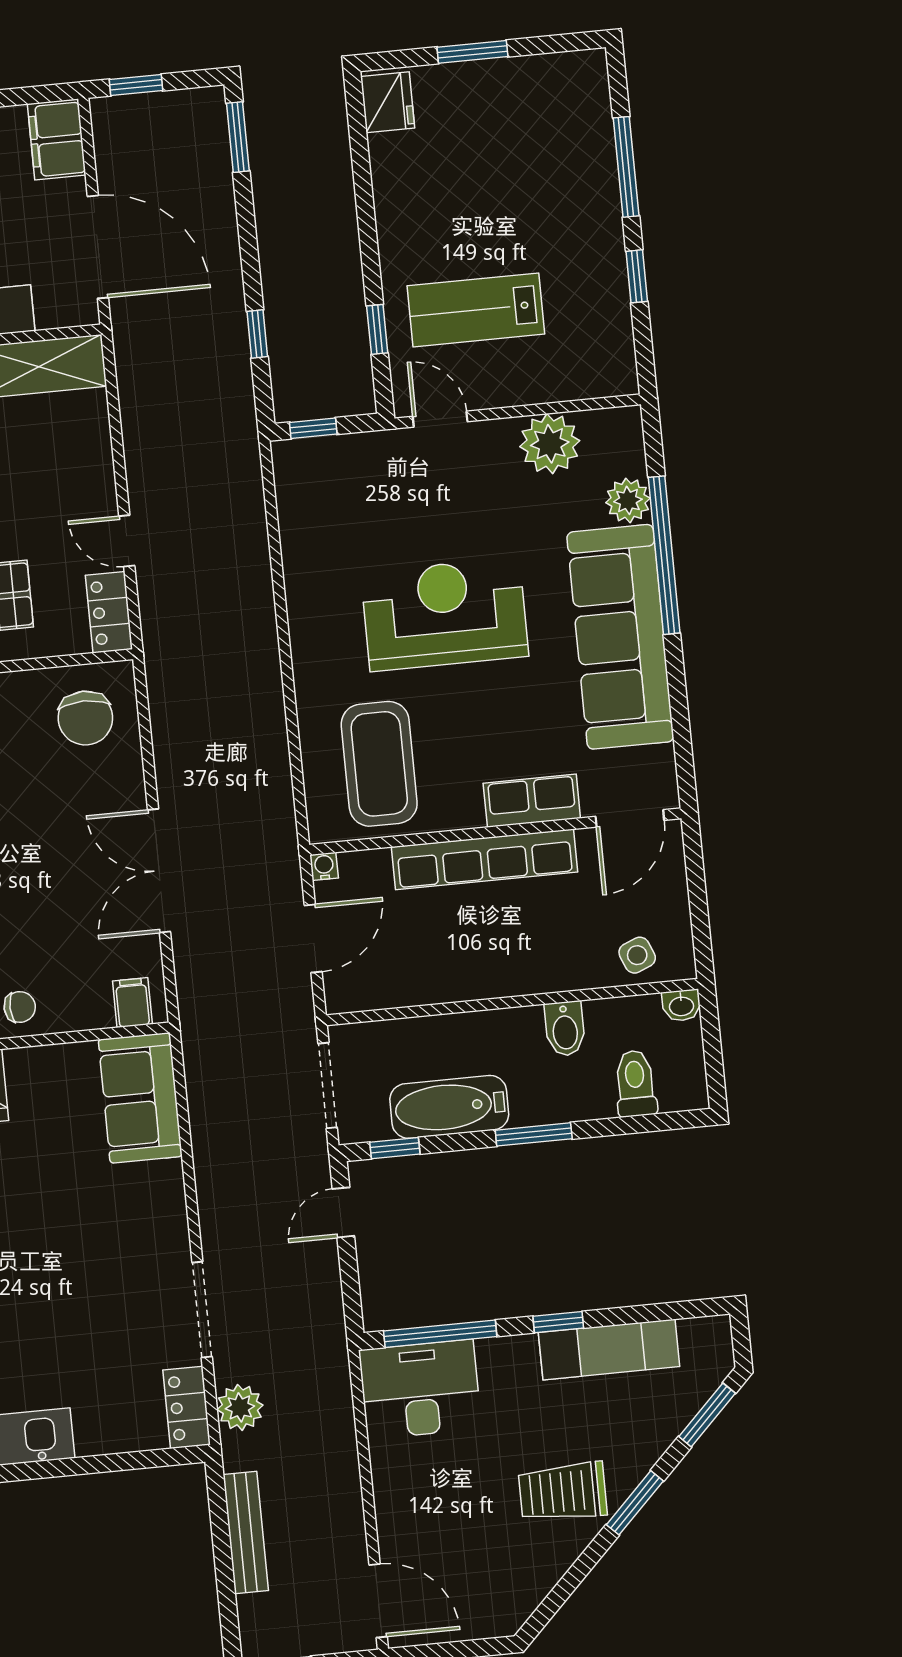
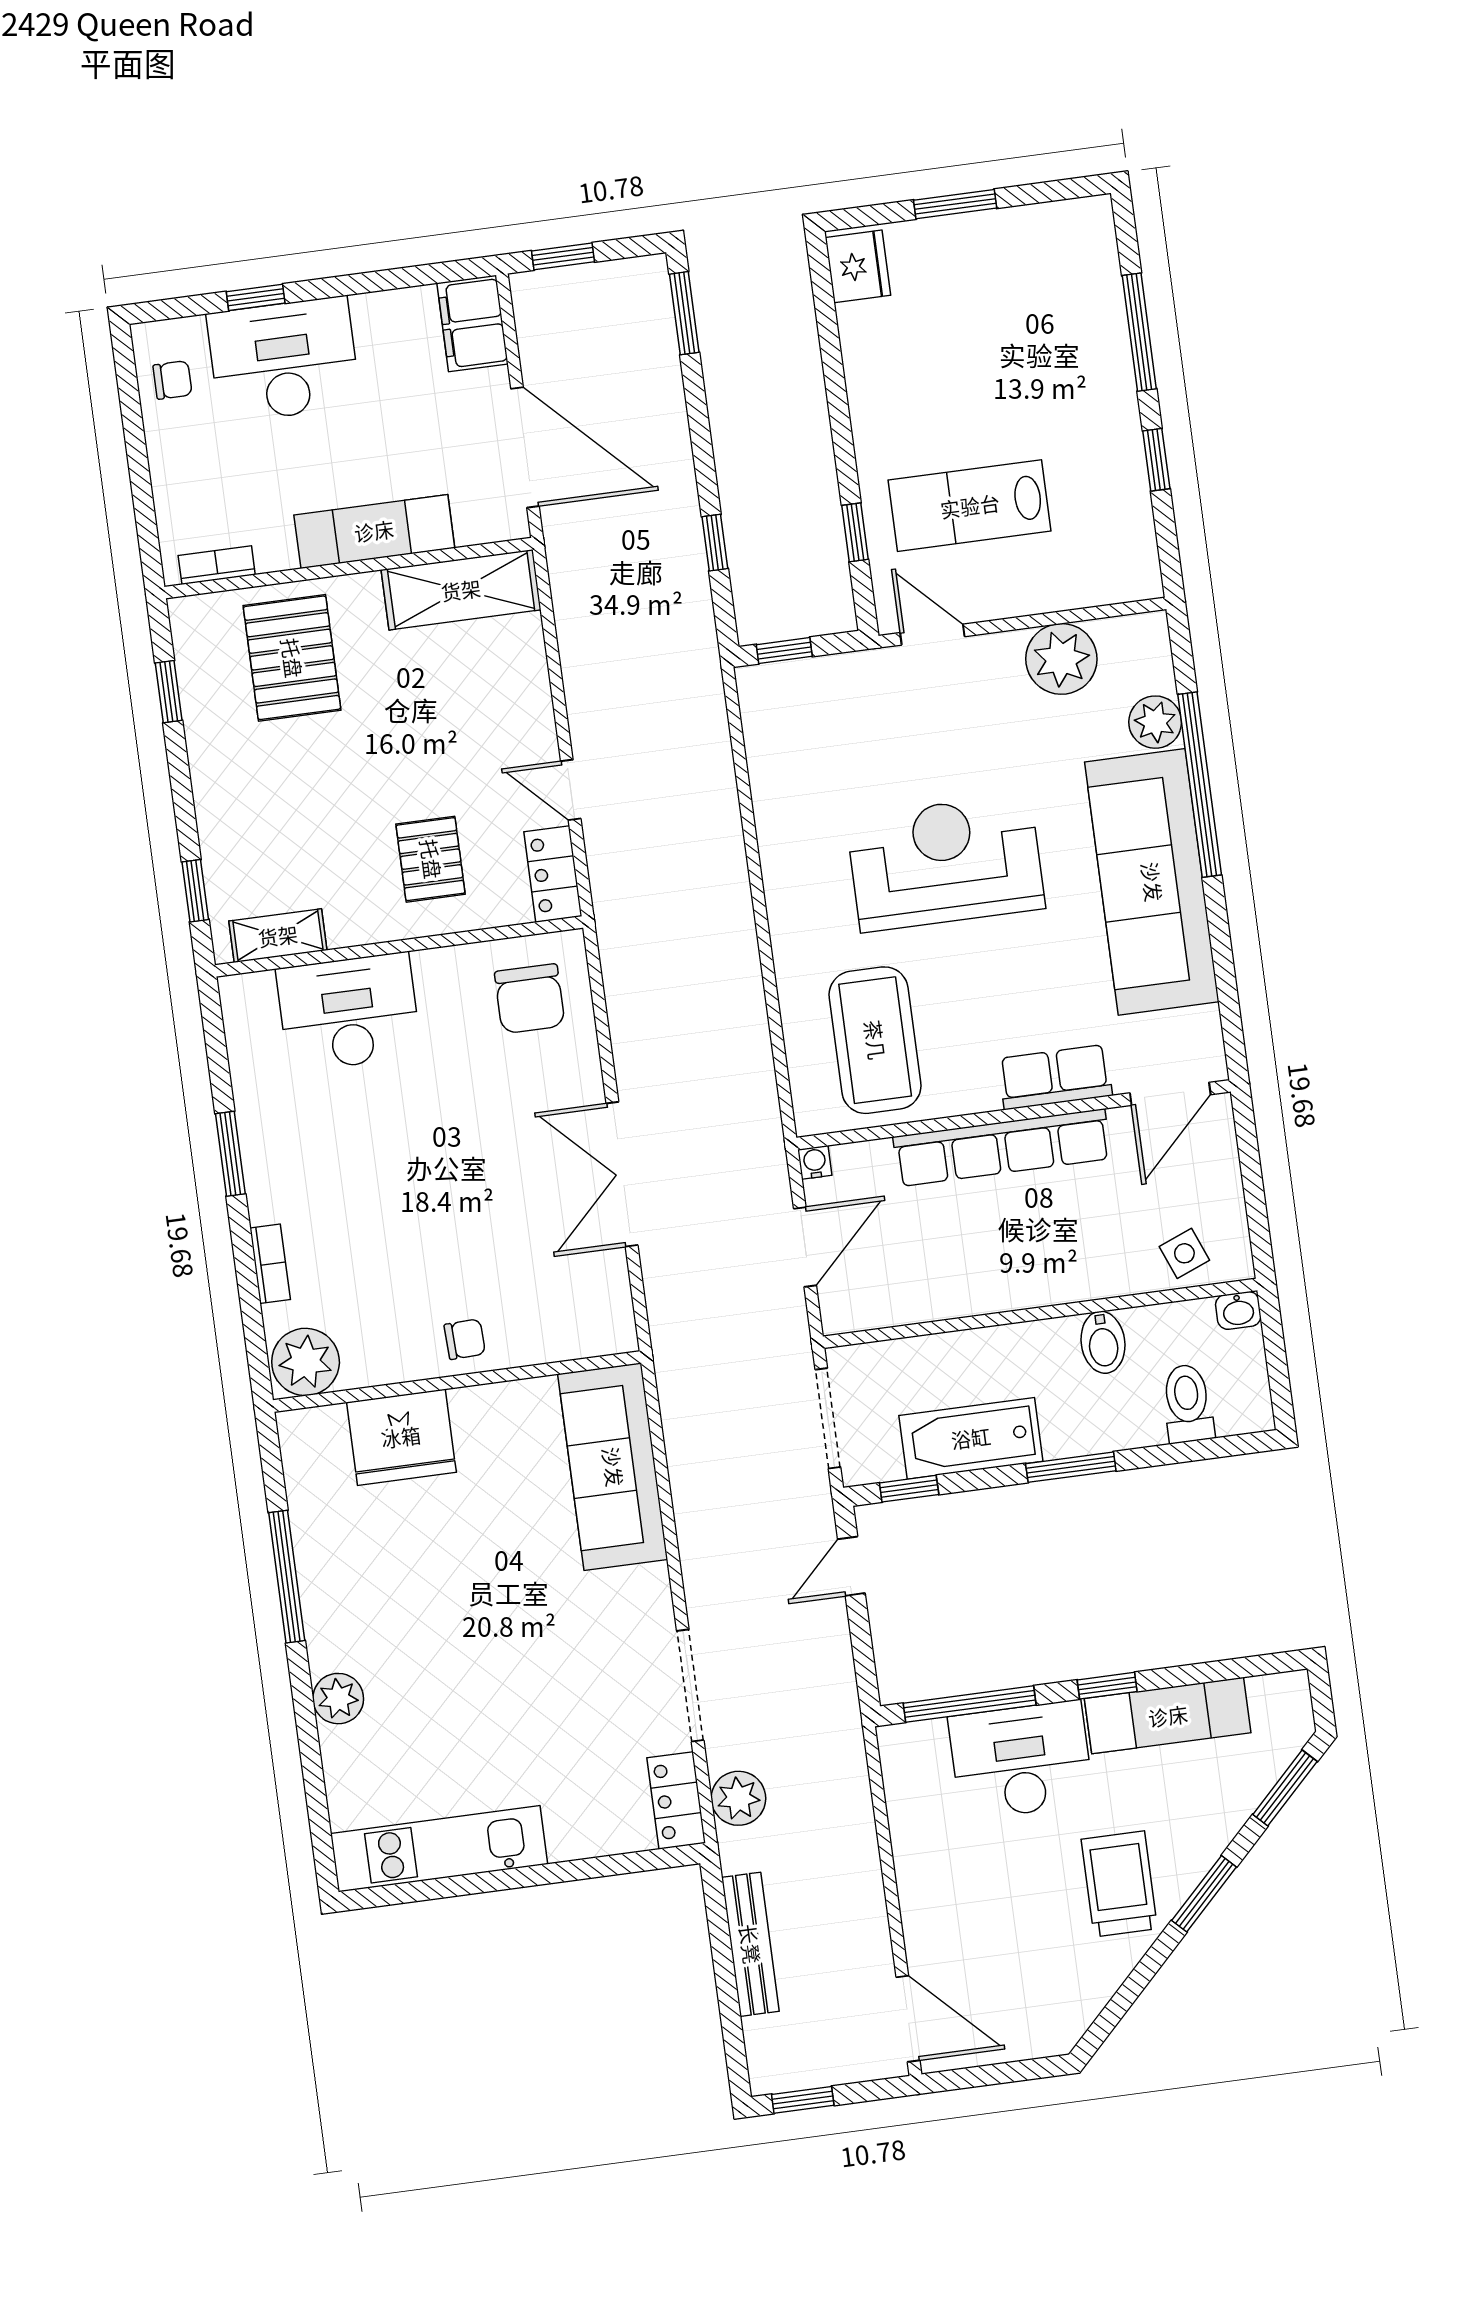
filing cabinet: (132, 1003) -> (596, 1329), removed
sofa: (140, 1098) -> (613, 1467), width x1.36
desk: (420, 1389) -> (1021, 1760), moved
trolley: (563, 1492) -> (1119, 1884), turned 90

